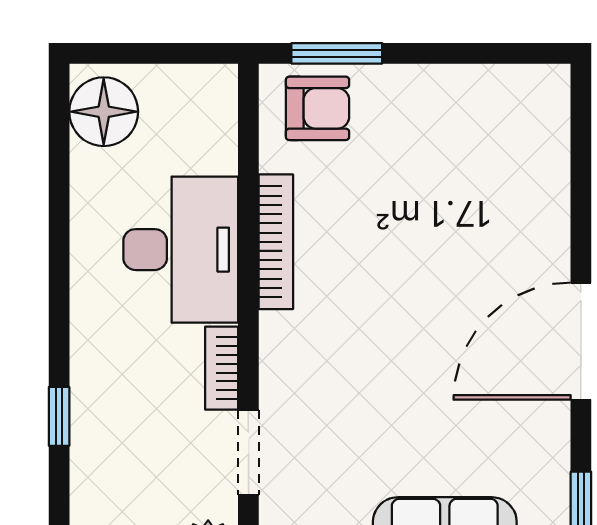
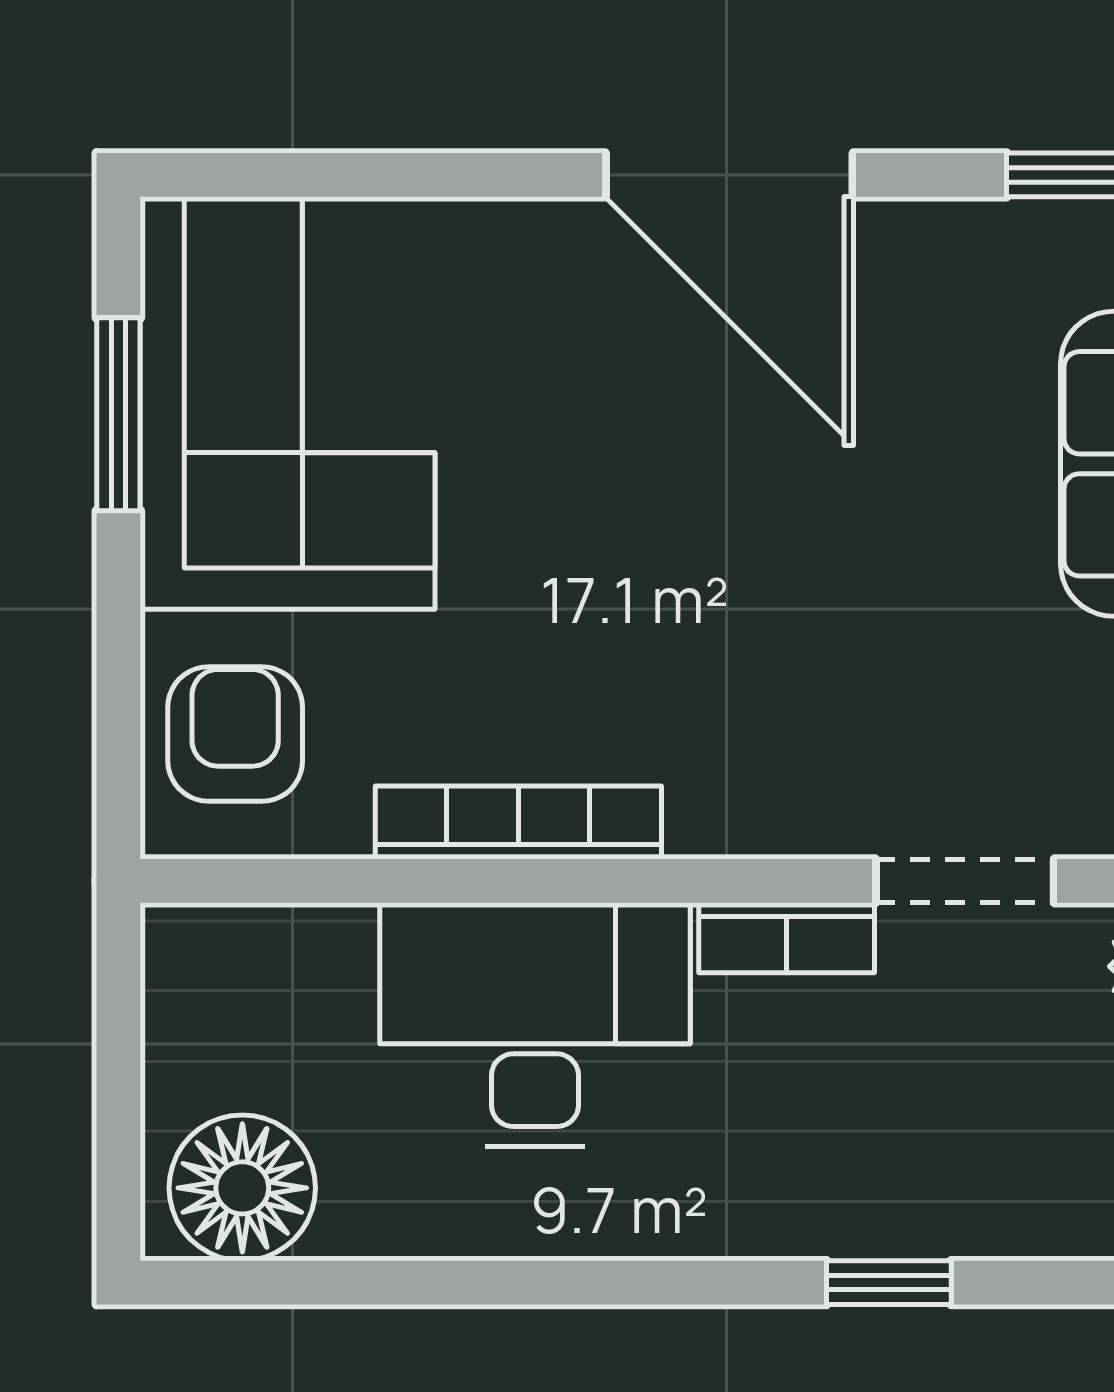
window: (337, 53) -> (118, 414), moved
corner sofa: (473, 133) -> (287, 403), added

